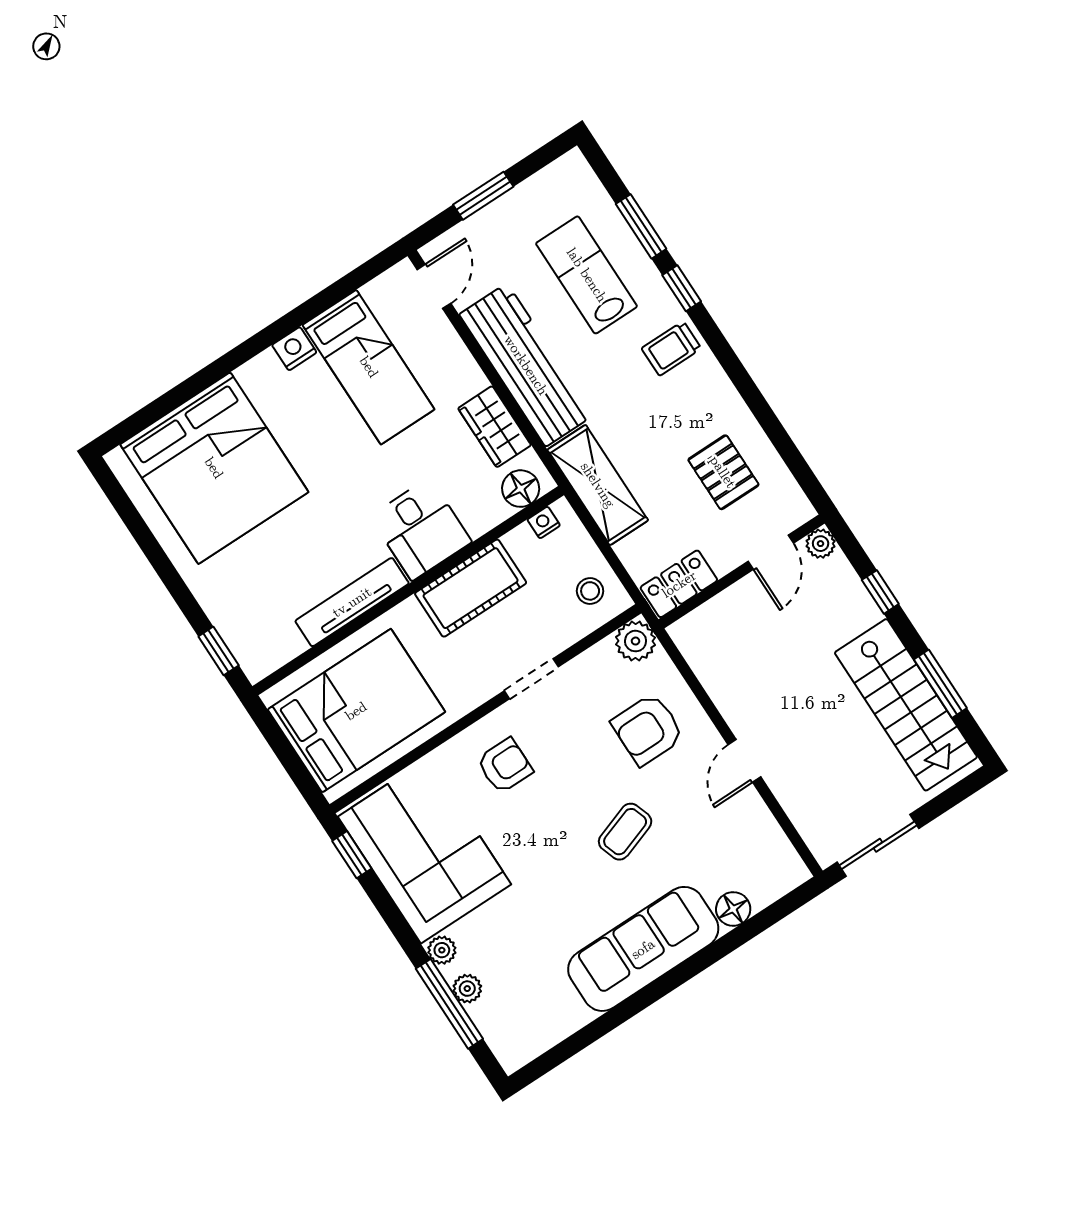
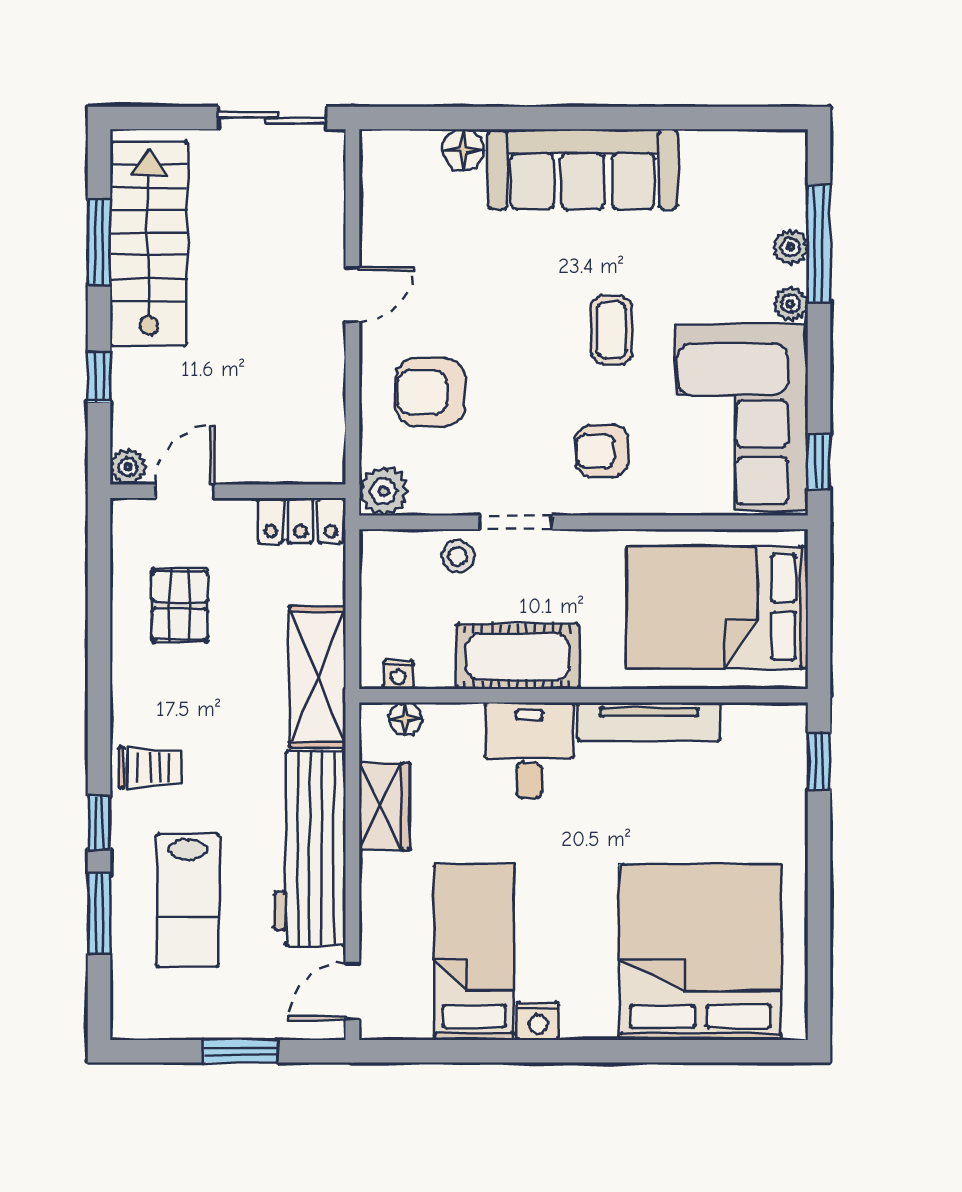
floor lamp: (521, 489) -> (405, 719), width x0.73, depth x0.73
stool: (590, 591) -> (458, 556), moved
armchair: (648, 729) -> (431, 392), turned 180
coffee table: (625, 832) -> (612, 330), moved, turned -71

